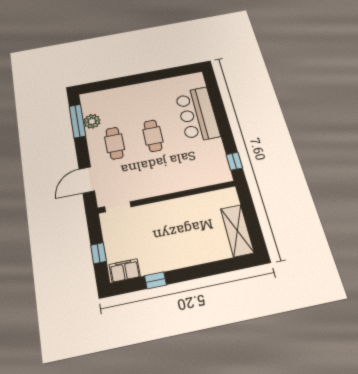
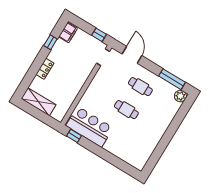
bar counter: (197, 114) -> (89, 127), moved
plant: (92, 121) -> (180, 96), moved
window: (98, 253) -> (99, 35), moved
locker: (193, 258) -> (45, 69), added

